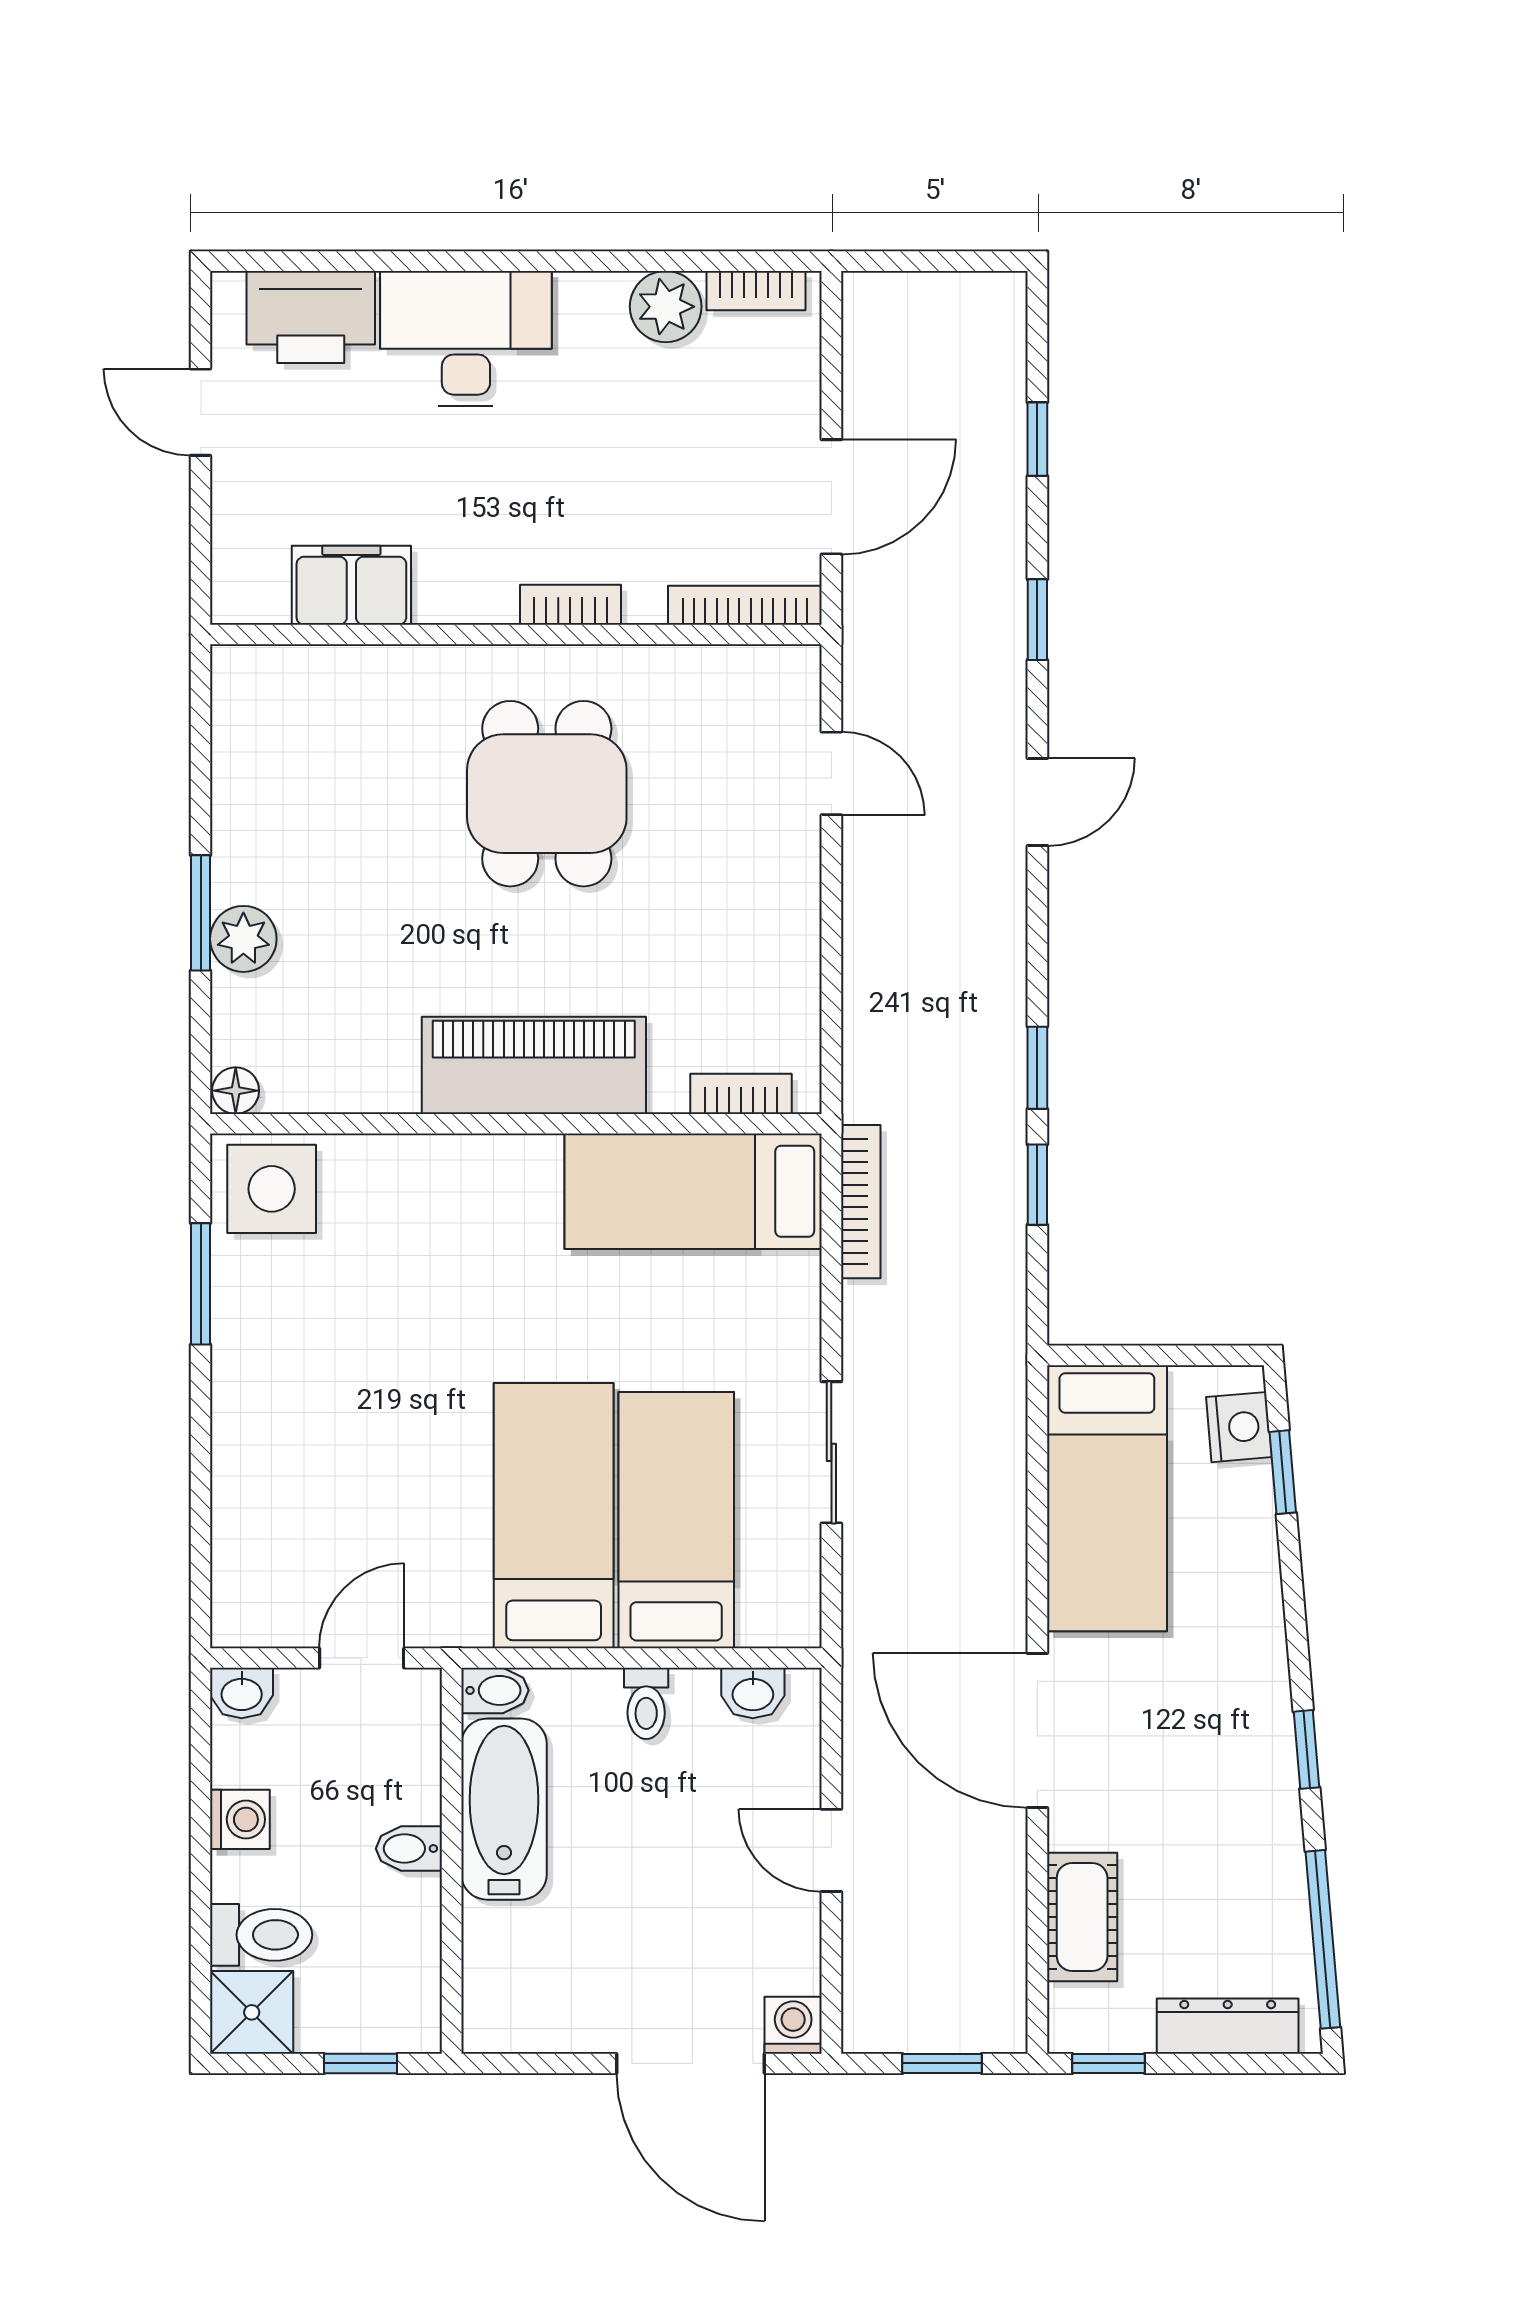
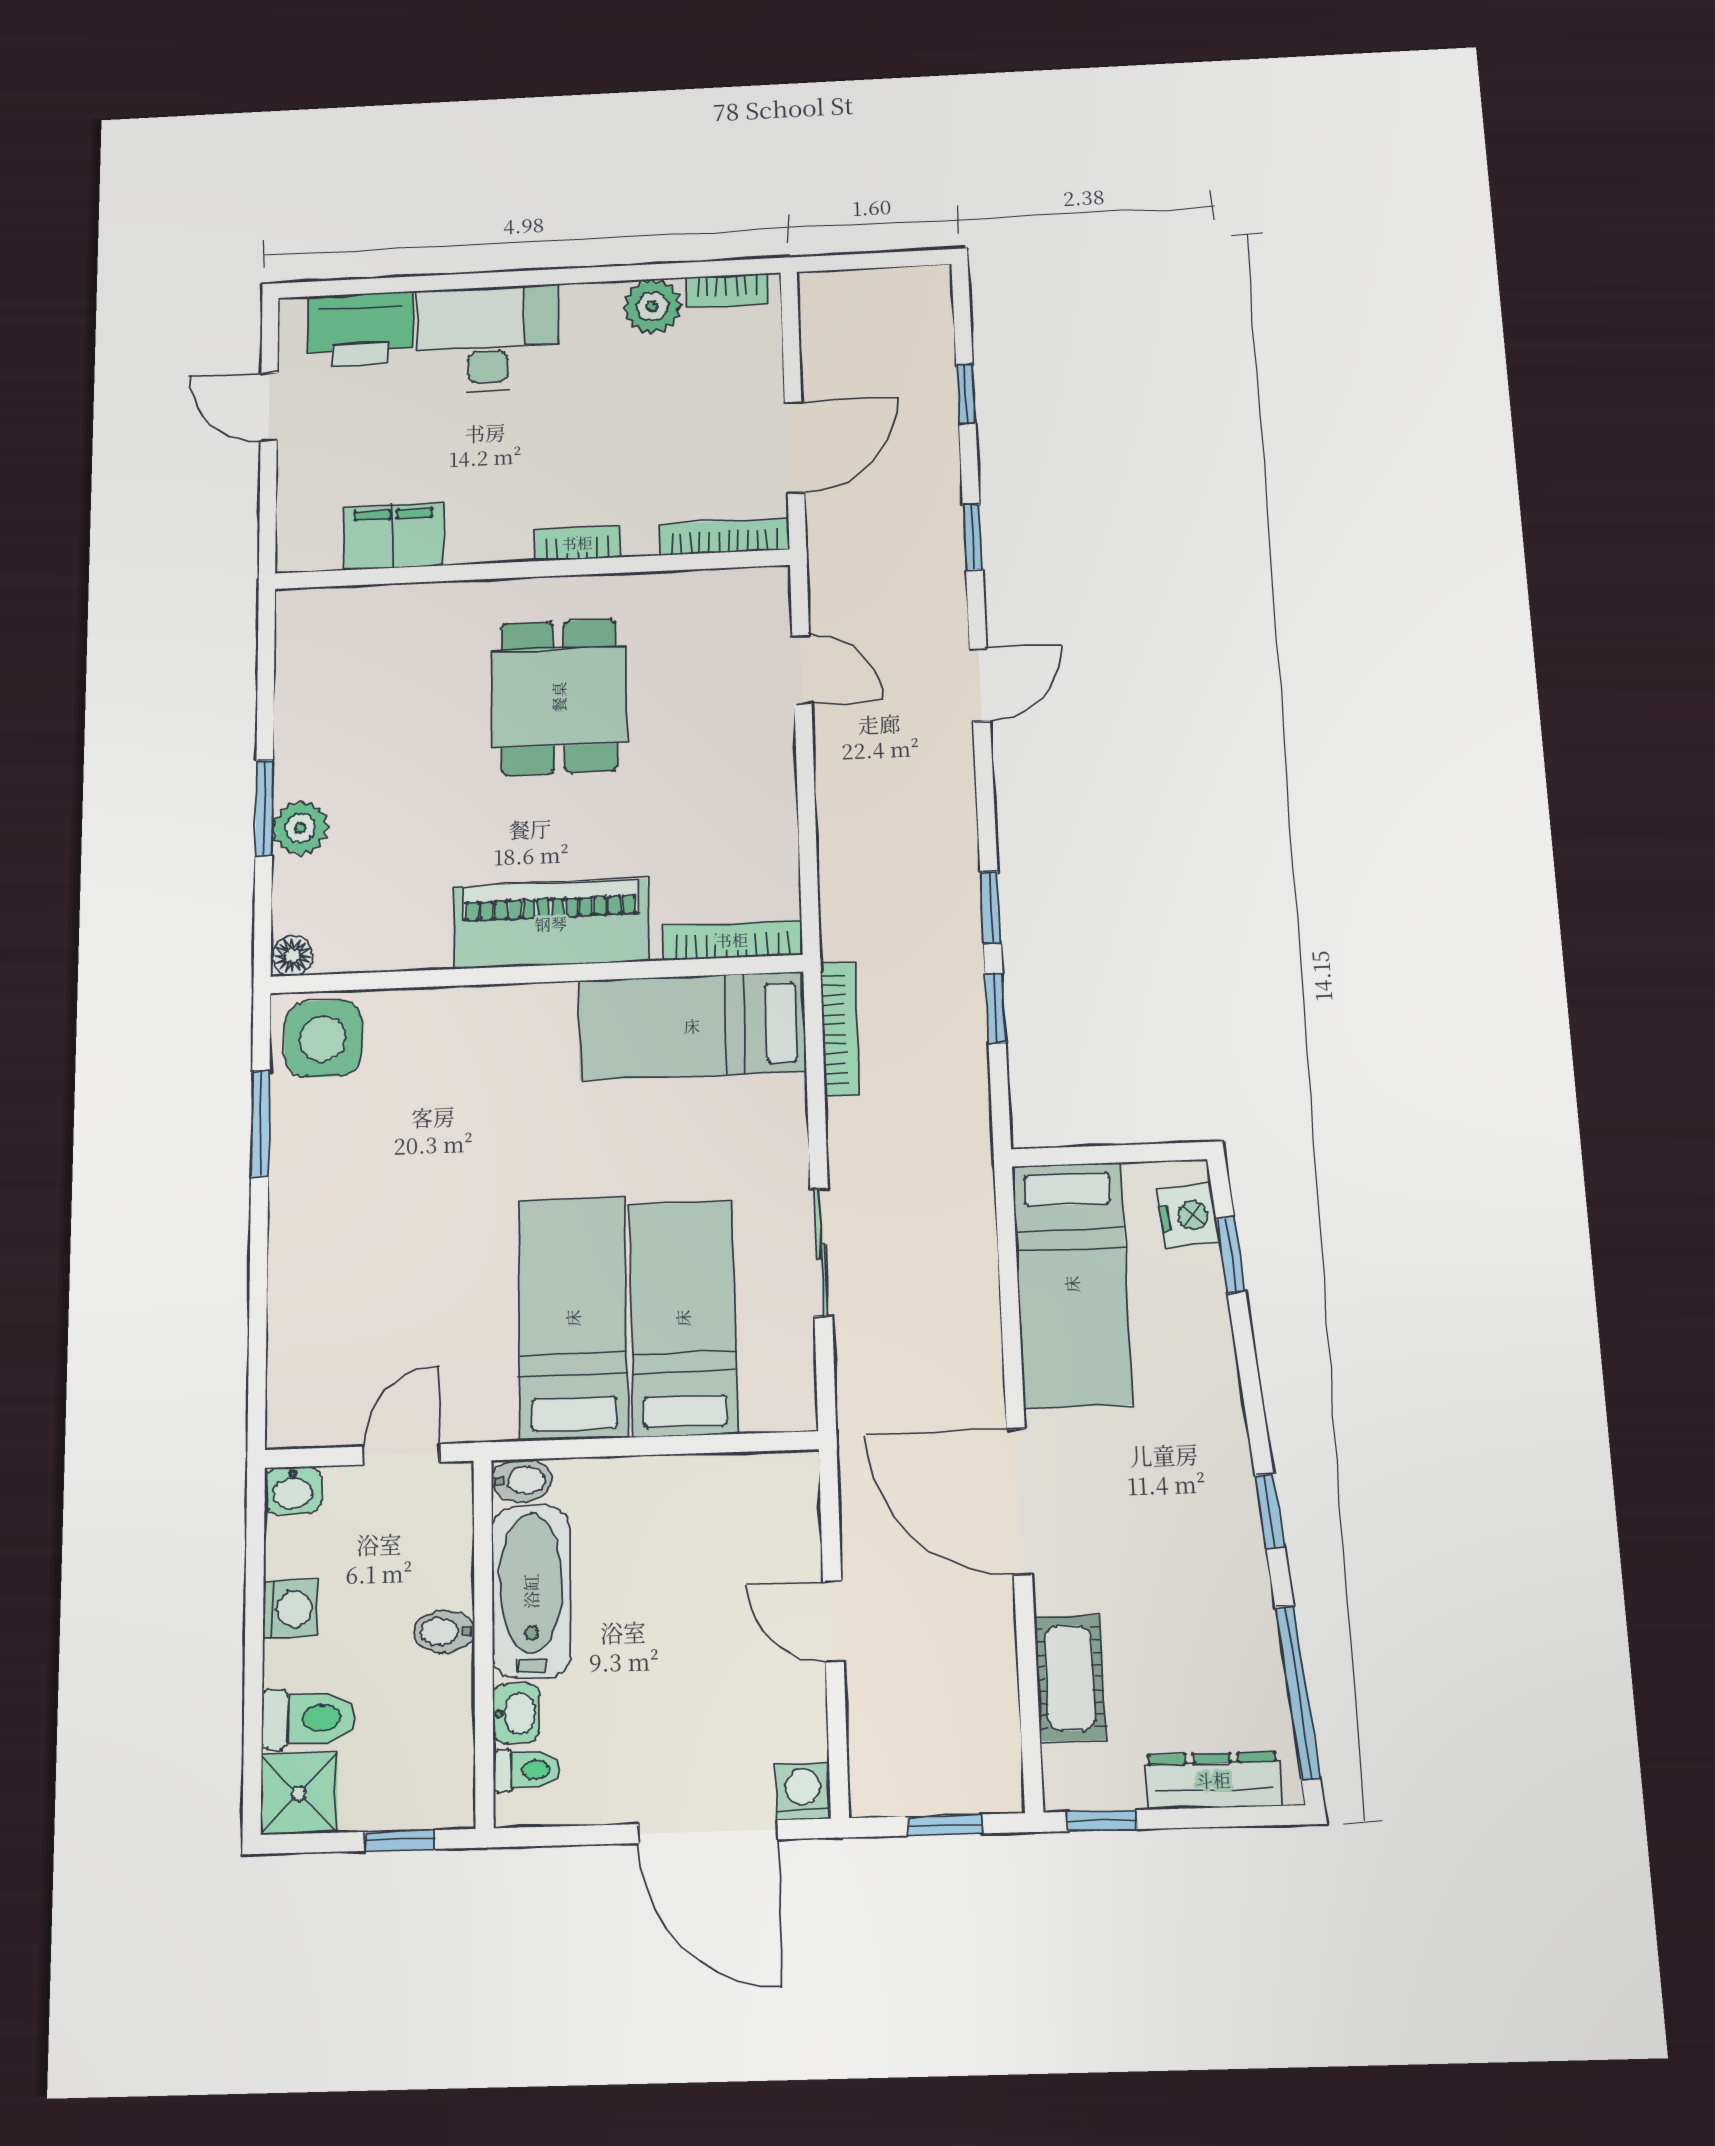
bookcase: (741, 1094) -> (732, 940), width x1.56
washbasin: (753, 1693) -> (516, 1713), moved, turned -90
toilet: (646, 1703) -> (526, 1770), moved, turned -90

